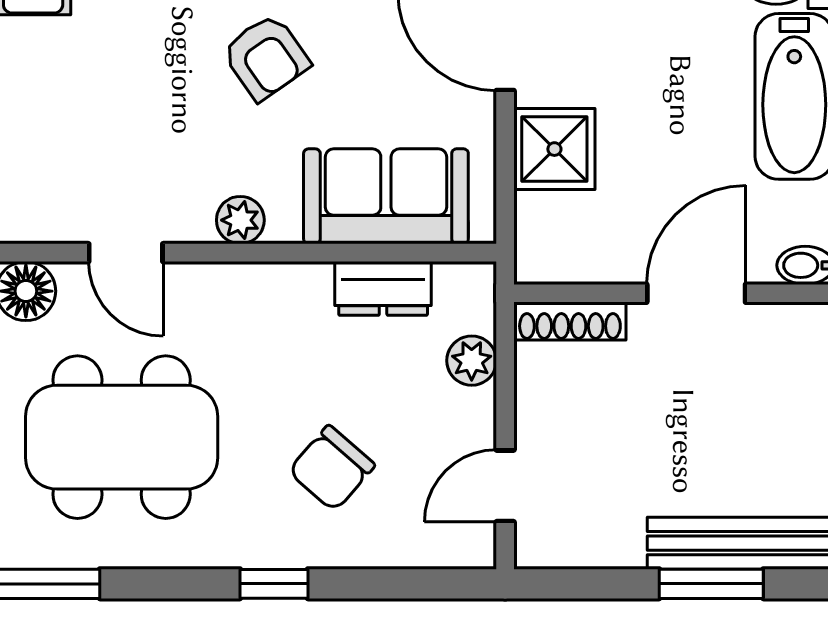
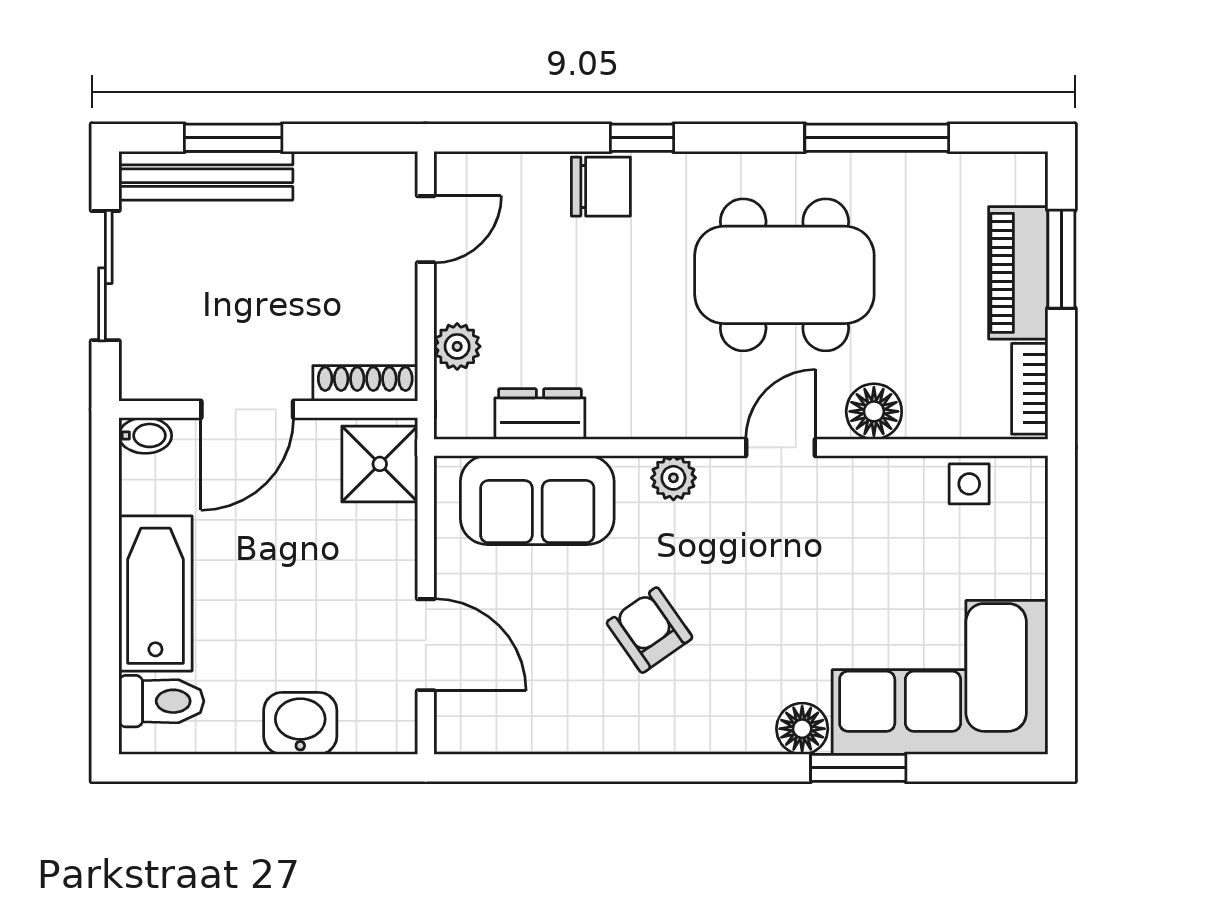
shower: (554, 149) -> (380, 464), moved
door: (126, 253) -> (781, 447), hinge flipped
chair: (332, 468) -> (601, 187), moved, turned 49

